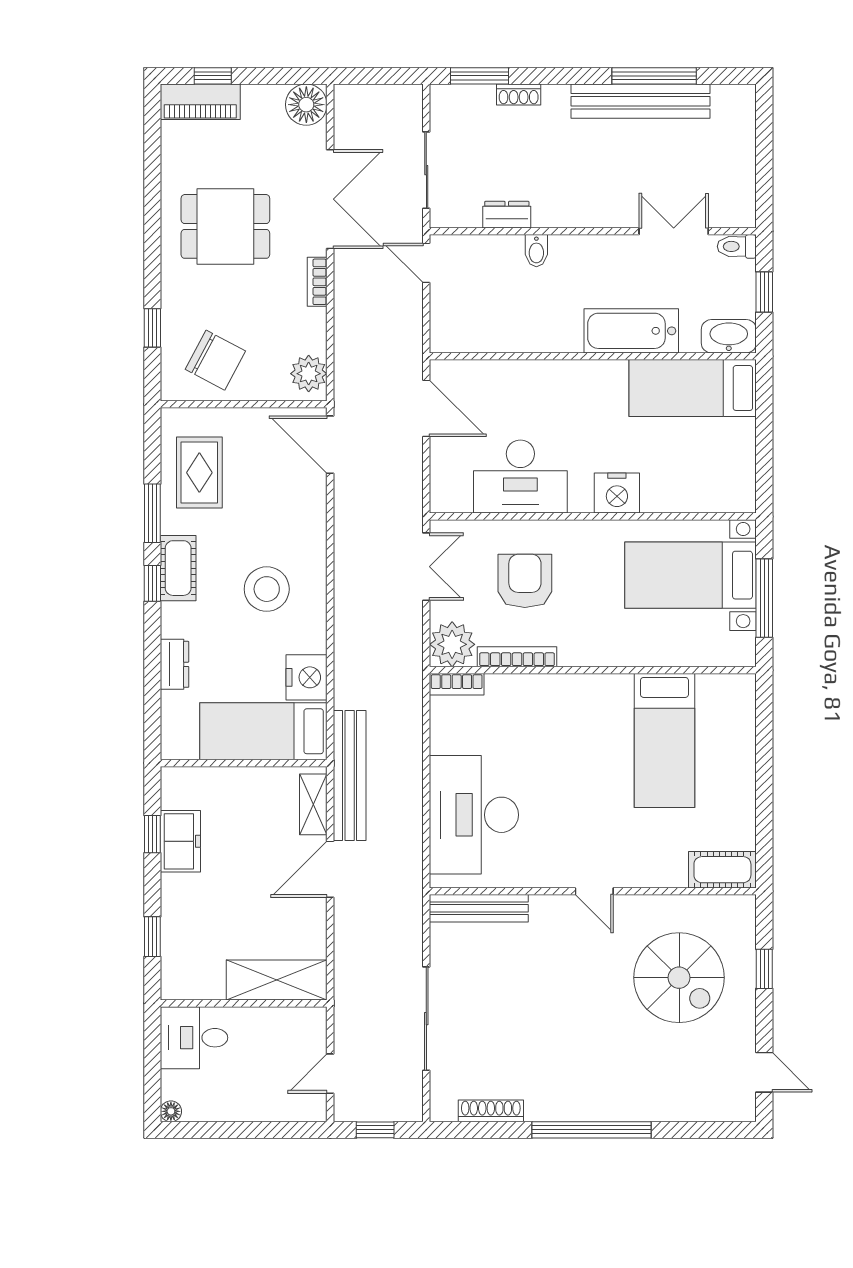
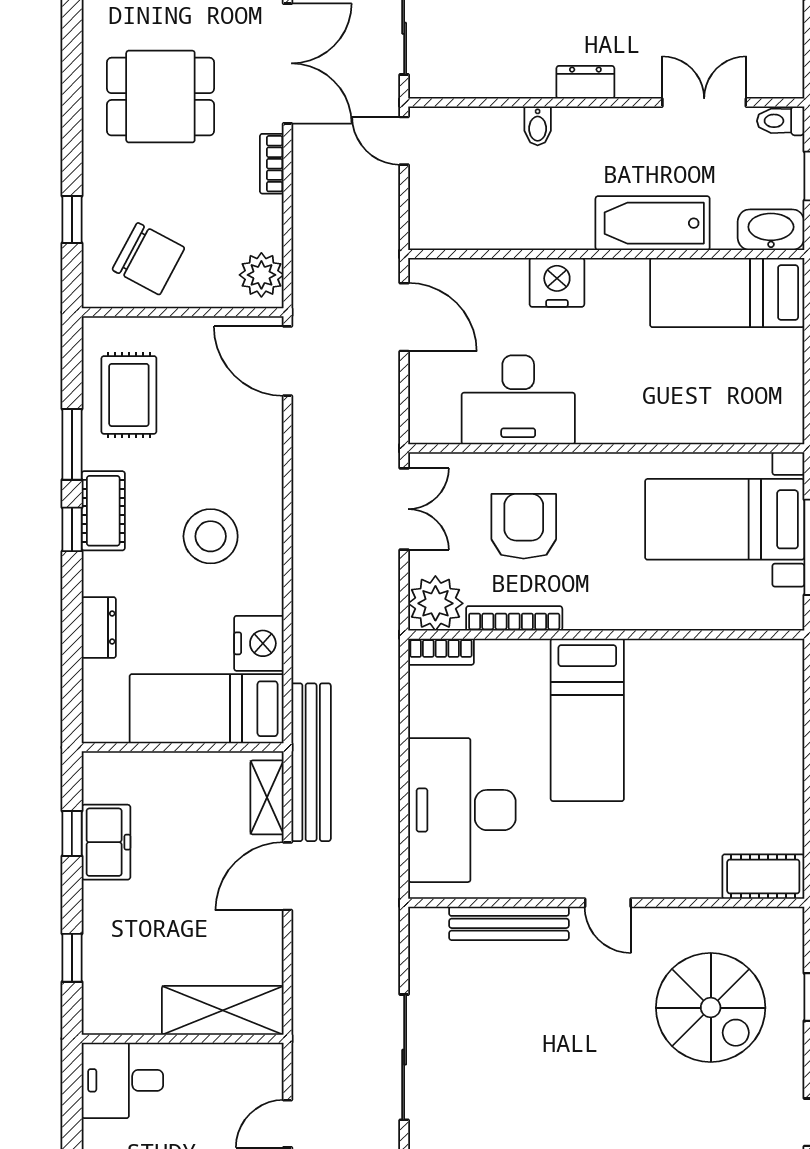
dresser: (507, 215) -> (585, 82), moved
nightstand: (617, 493) -> (557, 282), moved, turned 180
bed: (664, 740) -> (587, 720), moved
bench: (479, 908) -> (509, 923), moved

